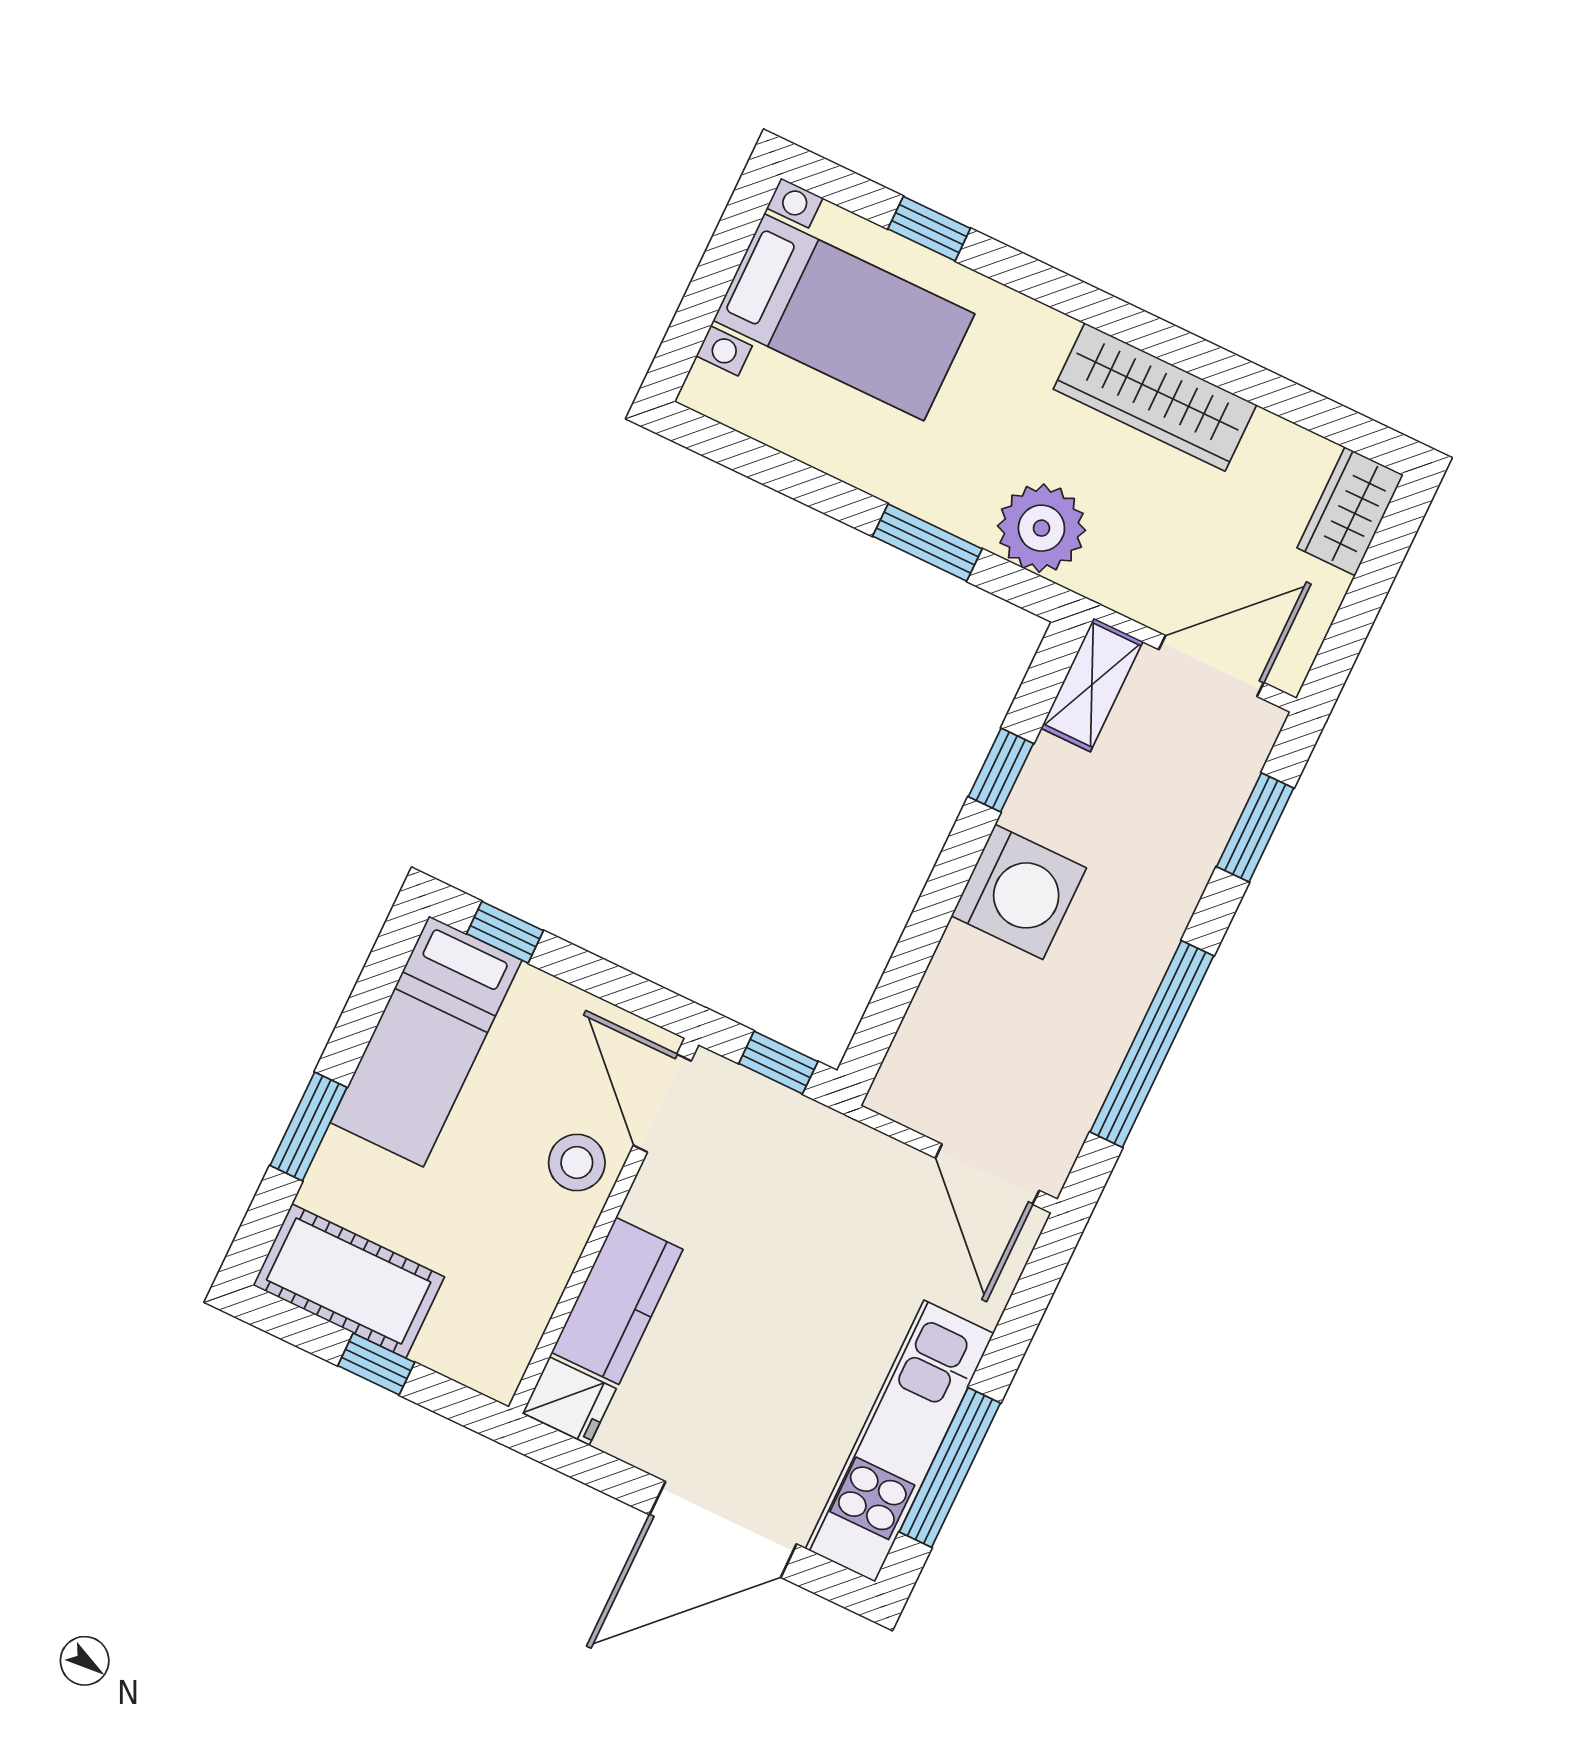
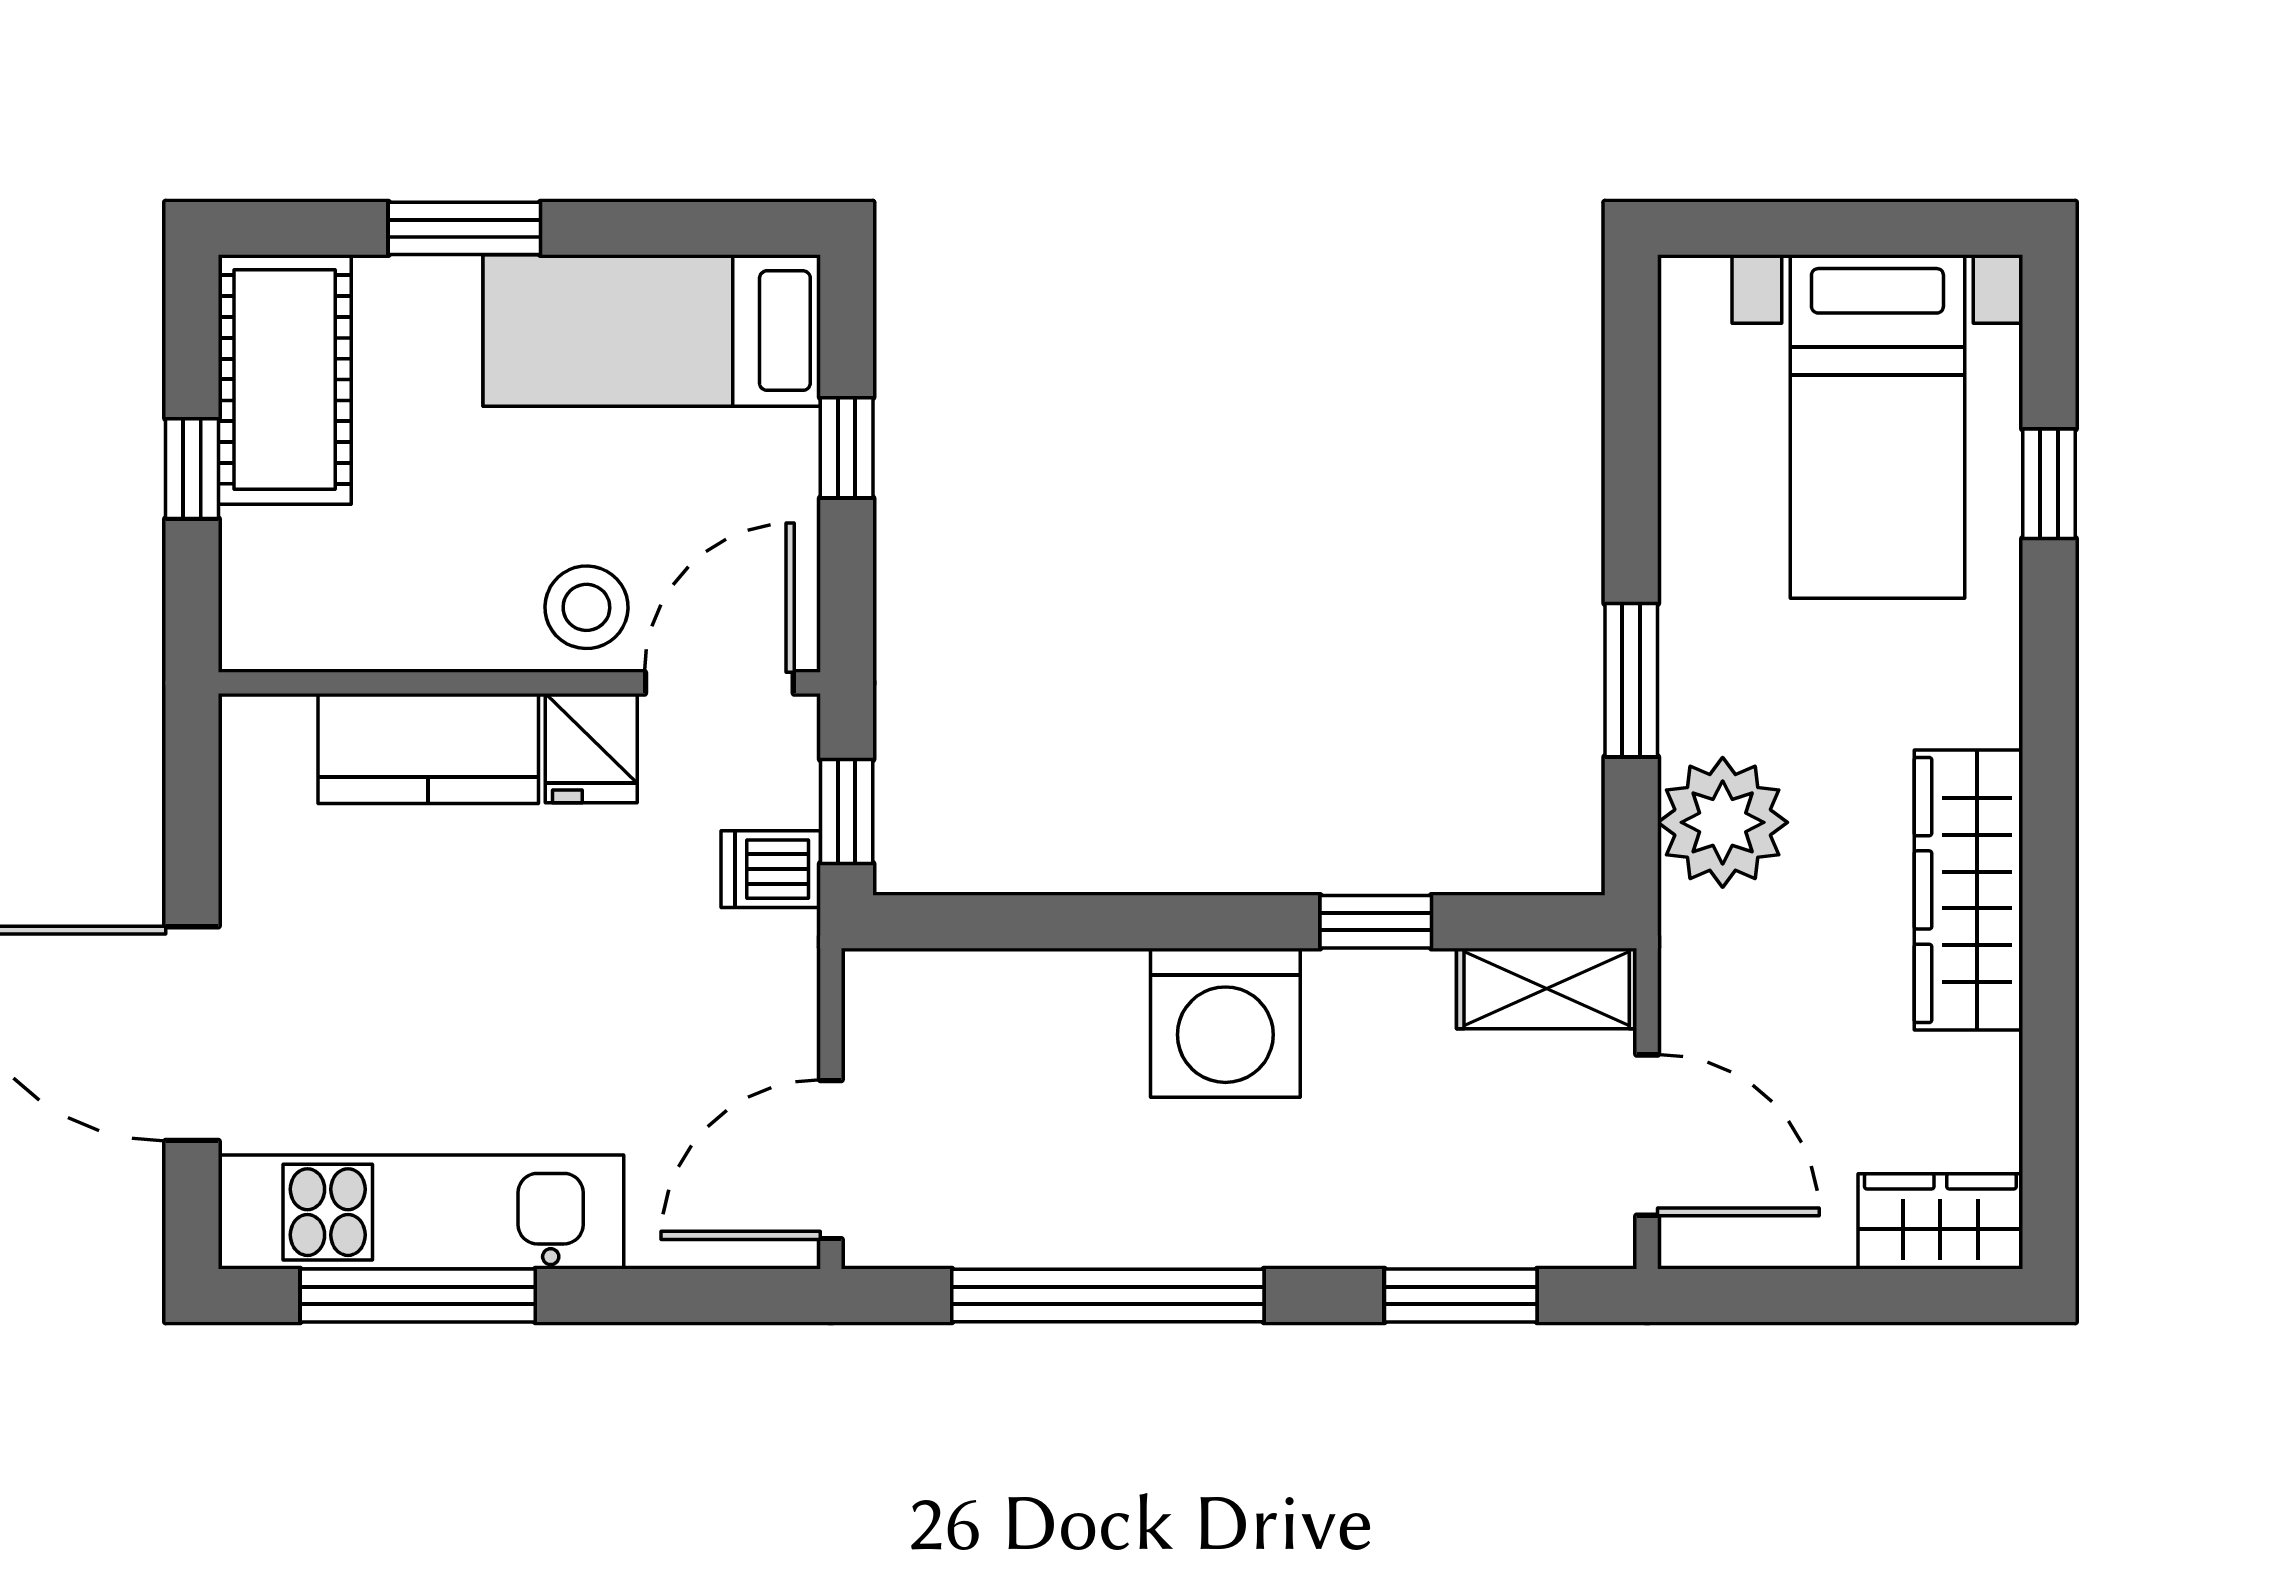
window: (505, 932) -> (847, 448), moved
dishwasher: (791, 1126) -> (771, 869), added
fridge: (569, 1401) -> (591, 748), moved

